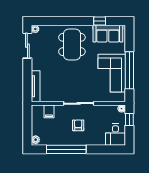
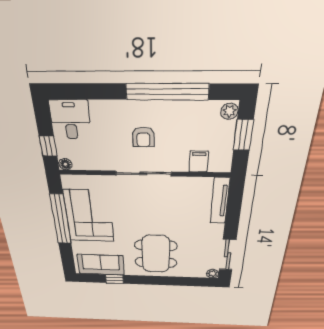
window: (27, 127) -> (243, 135), added

